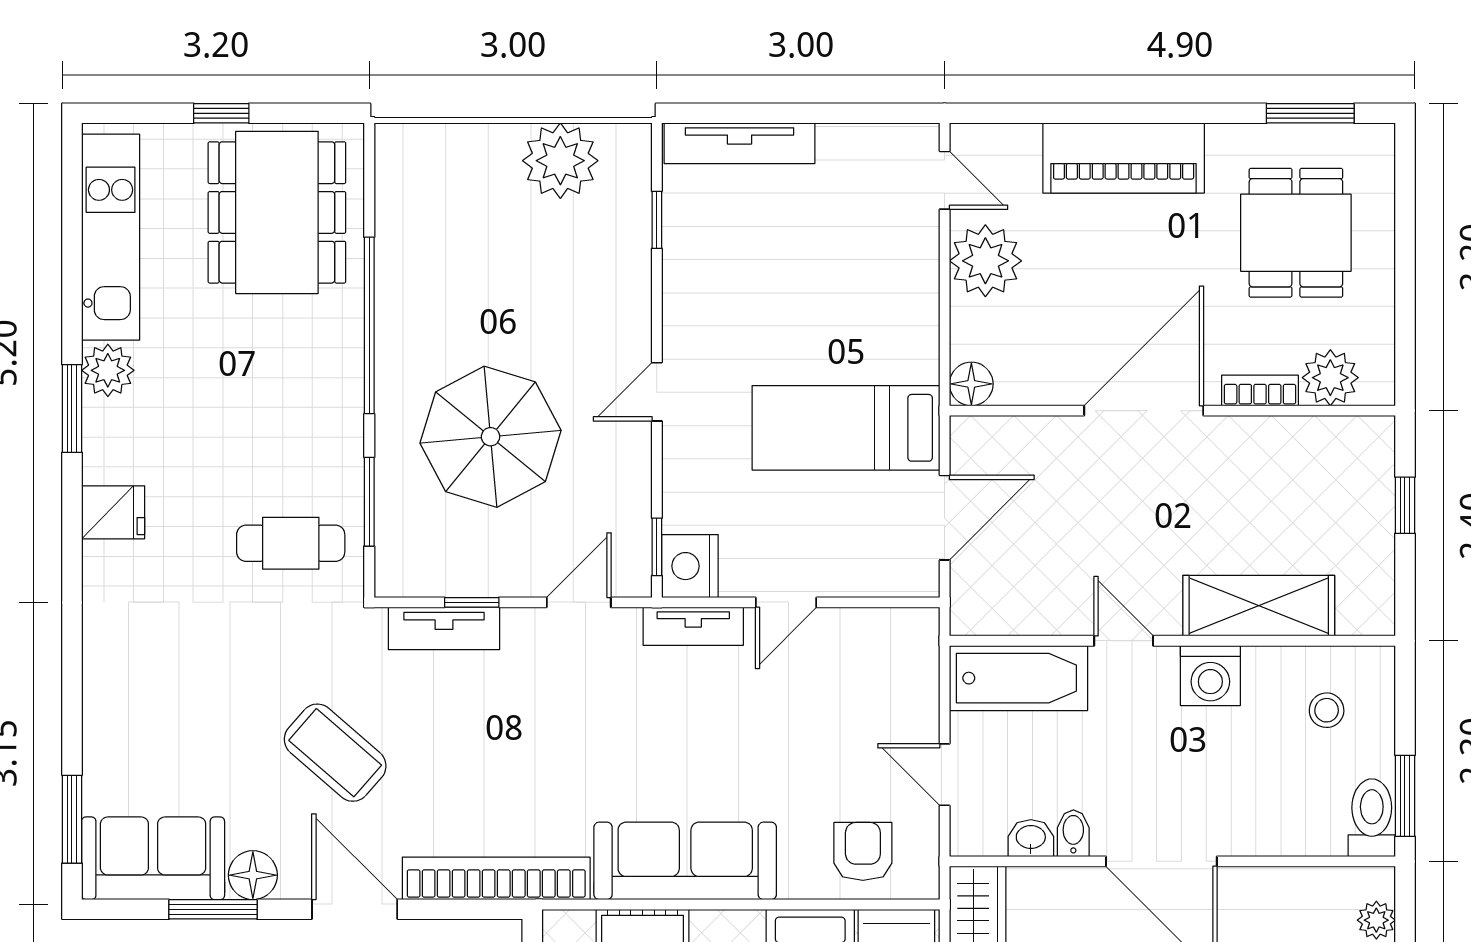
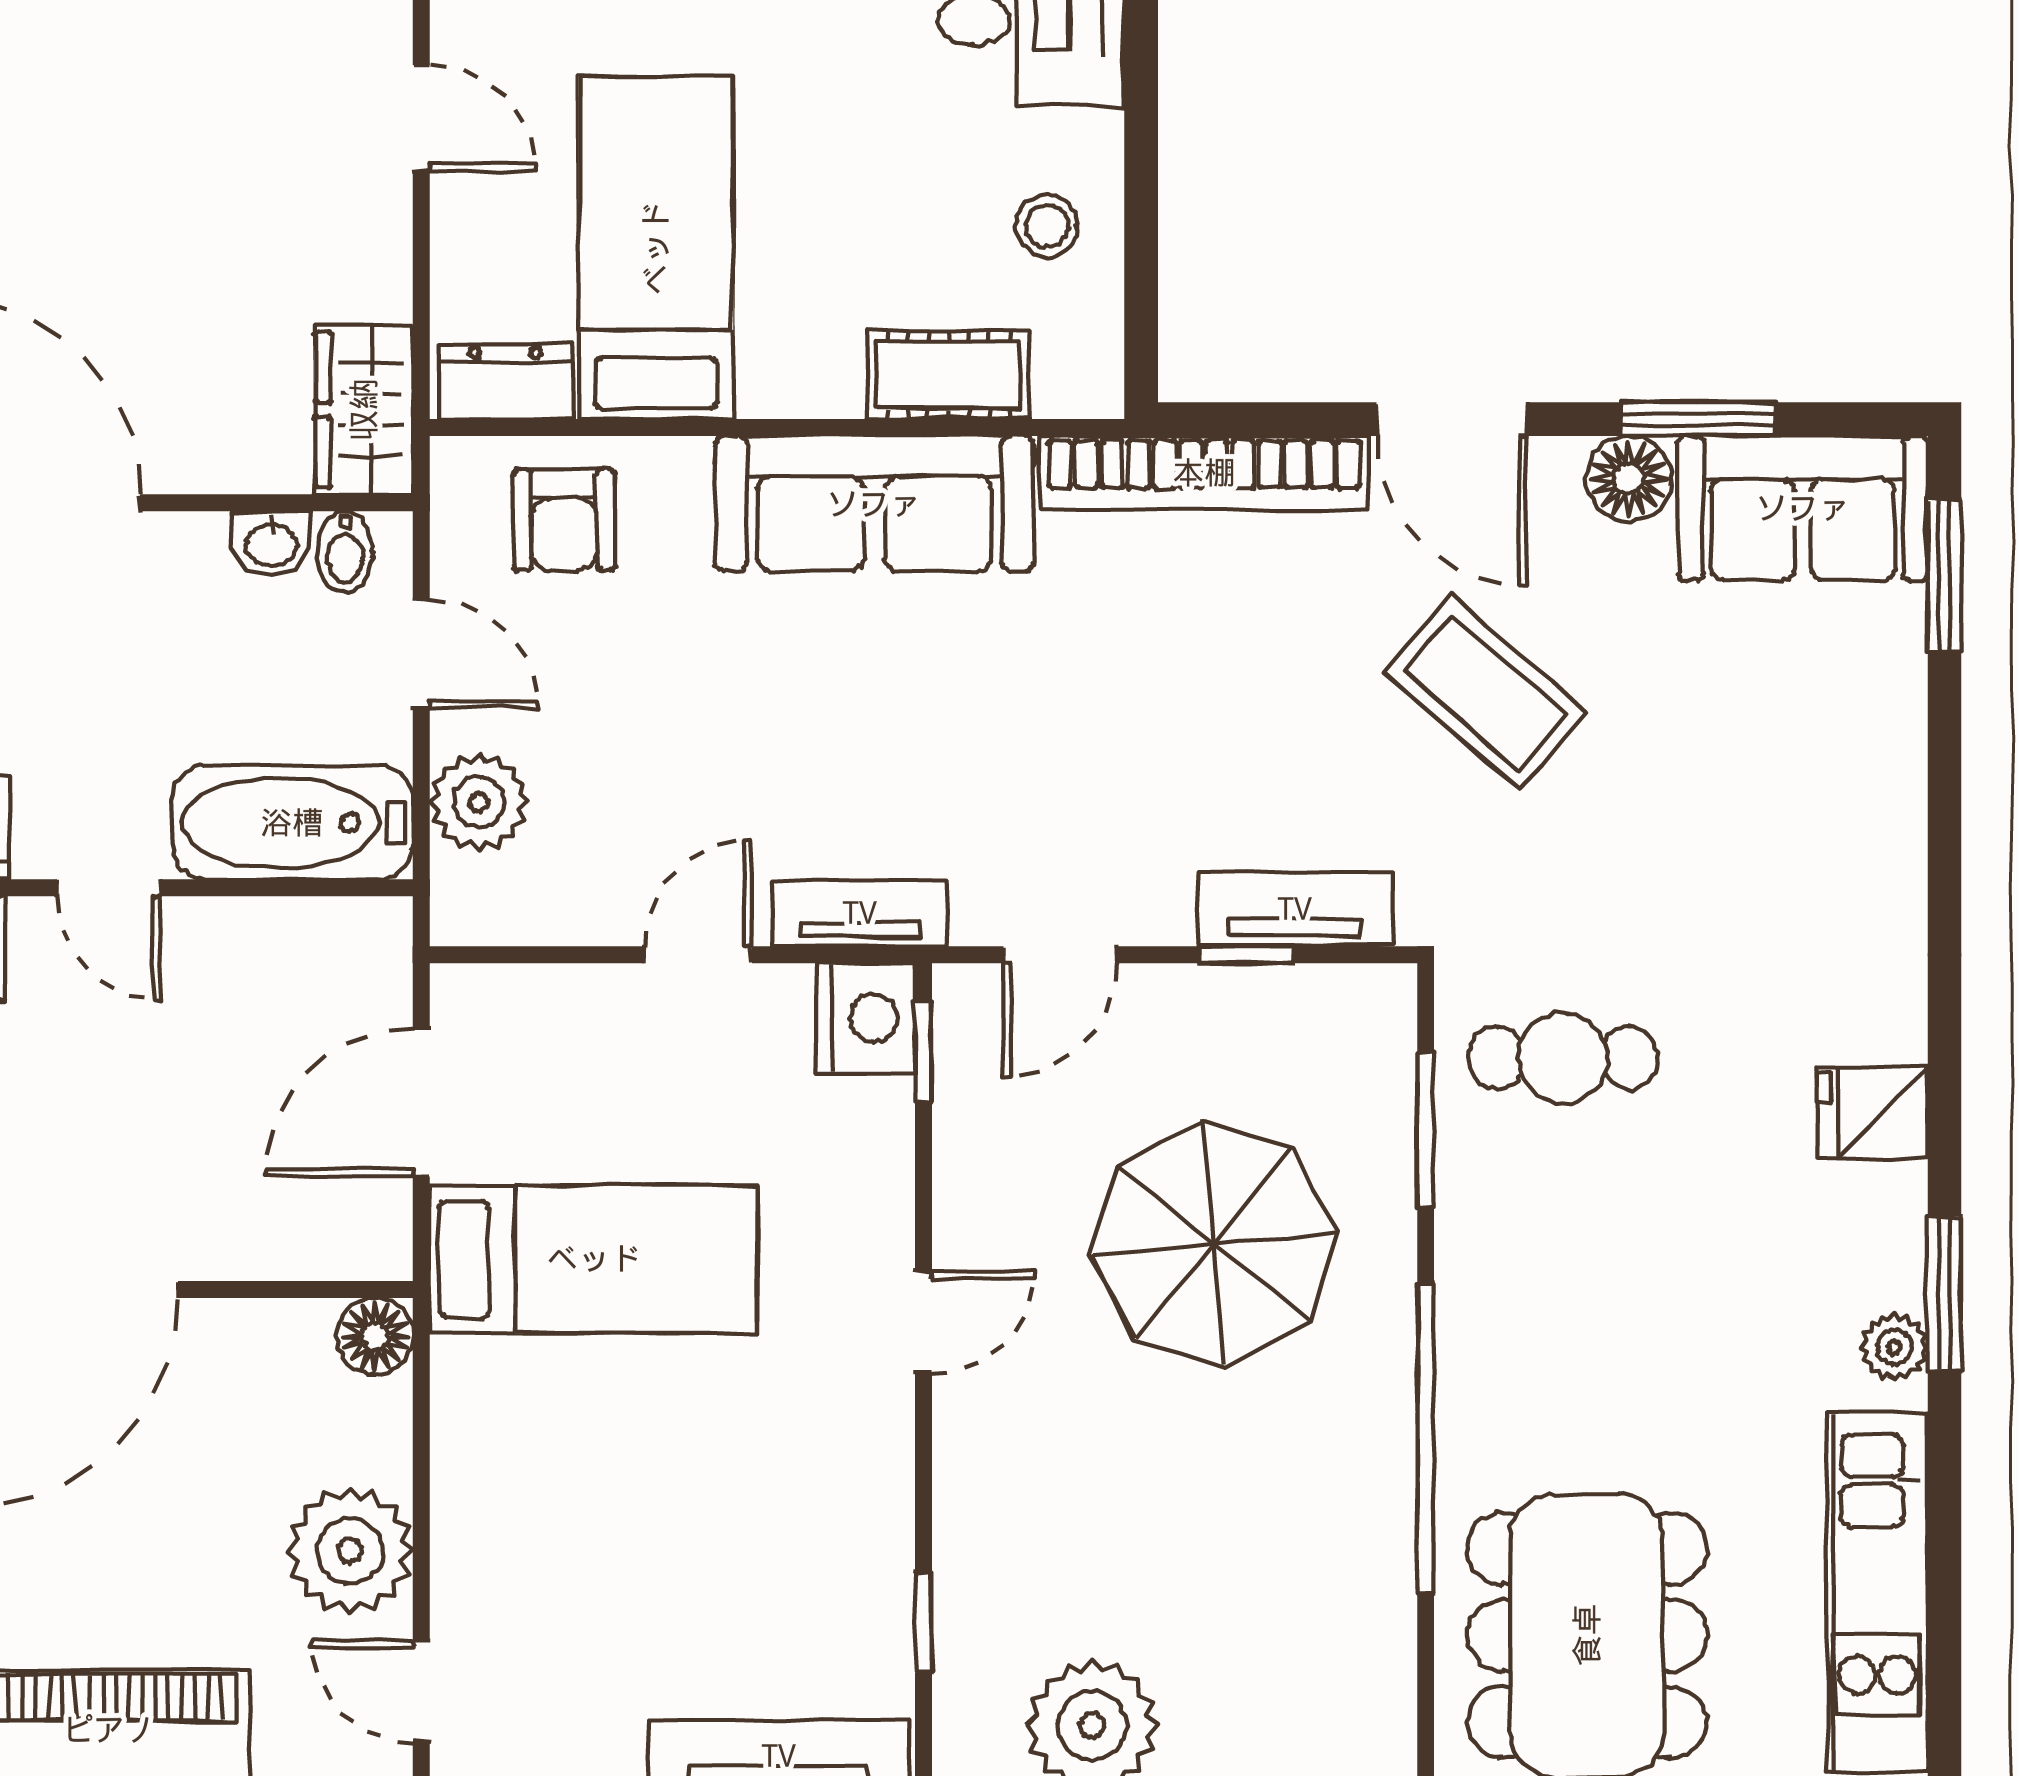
plant: (108, 370) -> (1894, 1347), width x0.73, depth x0.73
plant: (912, 690) -> (479, 802), added
bidet: (1073, 833) -> (345, 552), moved

